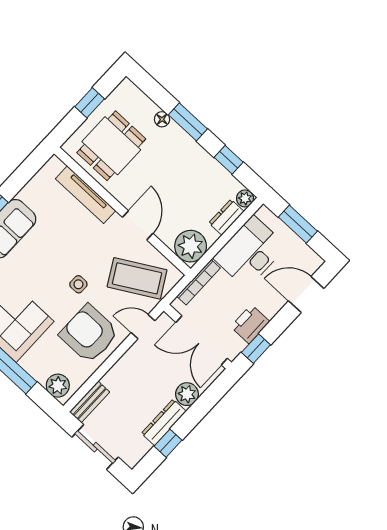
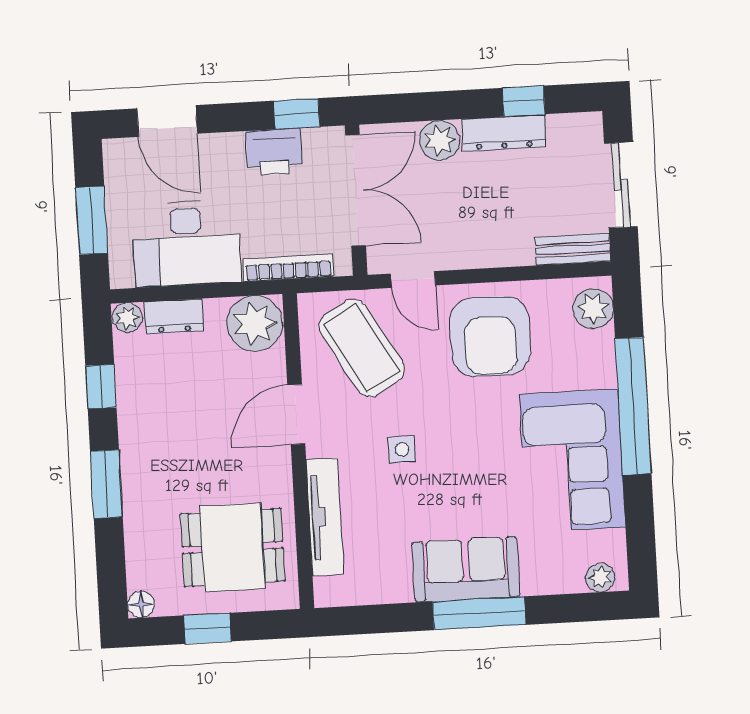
floor lamp: (162, 119) -> (141, 604), moved
side table: (78, 284) -> (402, 449), moved

